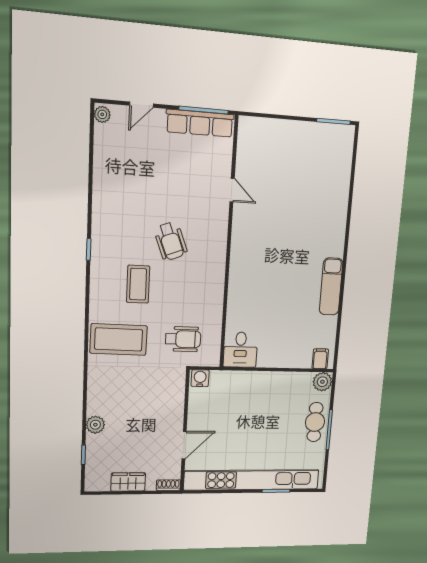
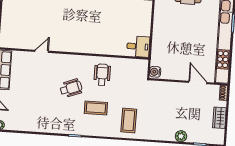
coffee table: (119, 339) -> (129, 120), width x0.73, depth x0.76
wheelchair: (183, 339) -> (102, 75), moved

